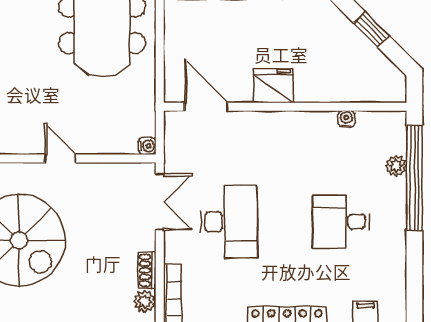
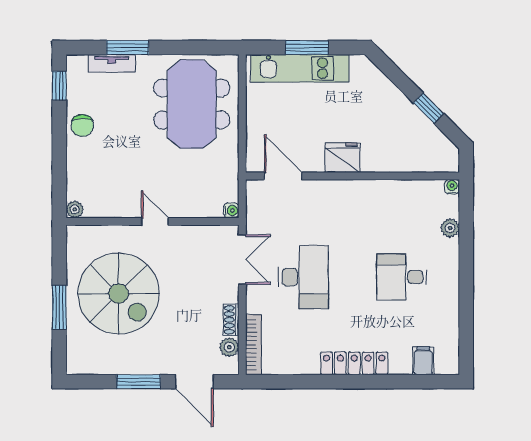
water cooler: (346, 119) -> (452, 187), moved
window: (414, 178) -> (466, 239), removed

